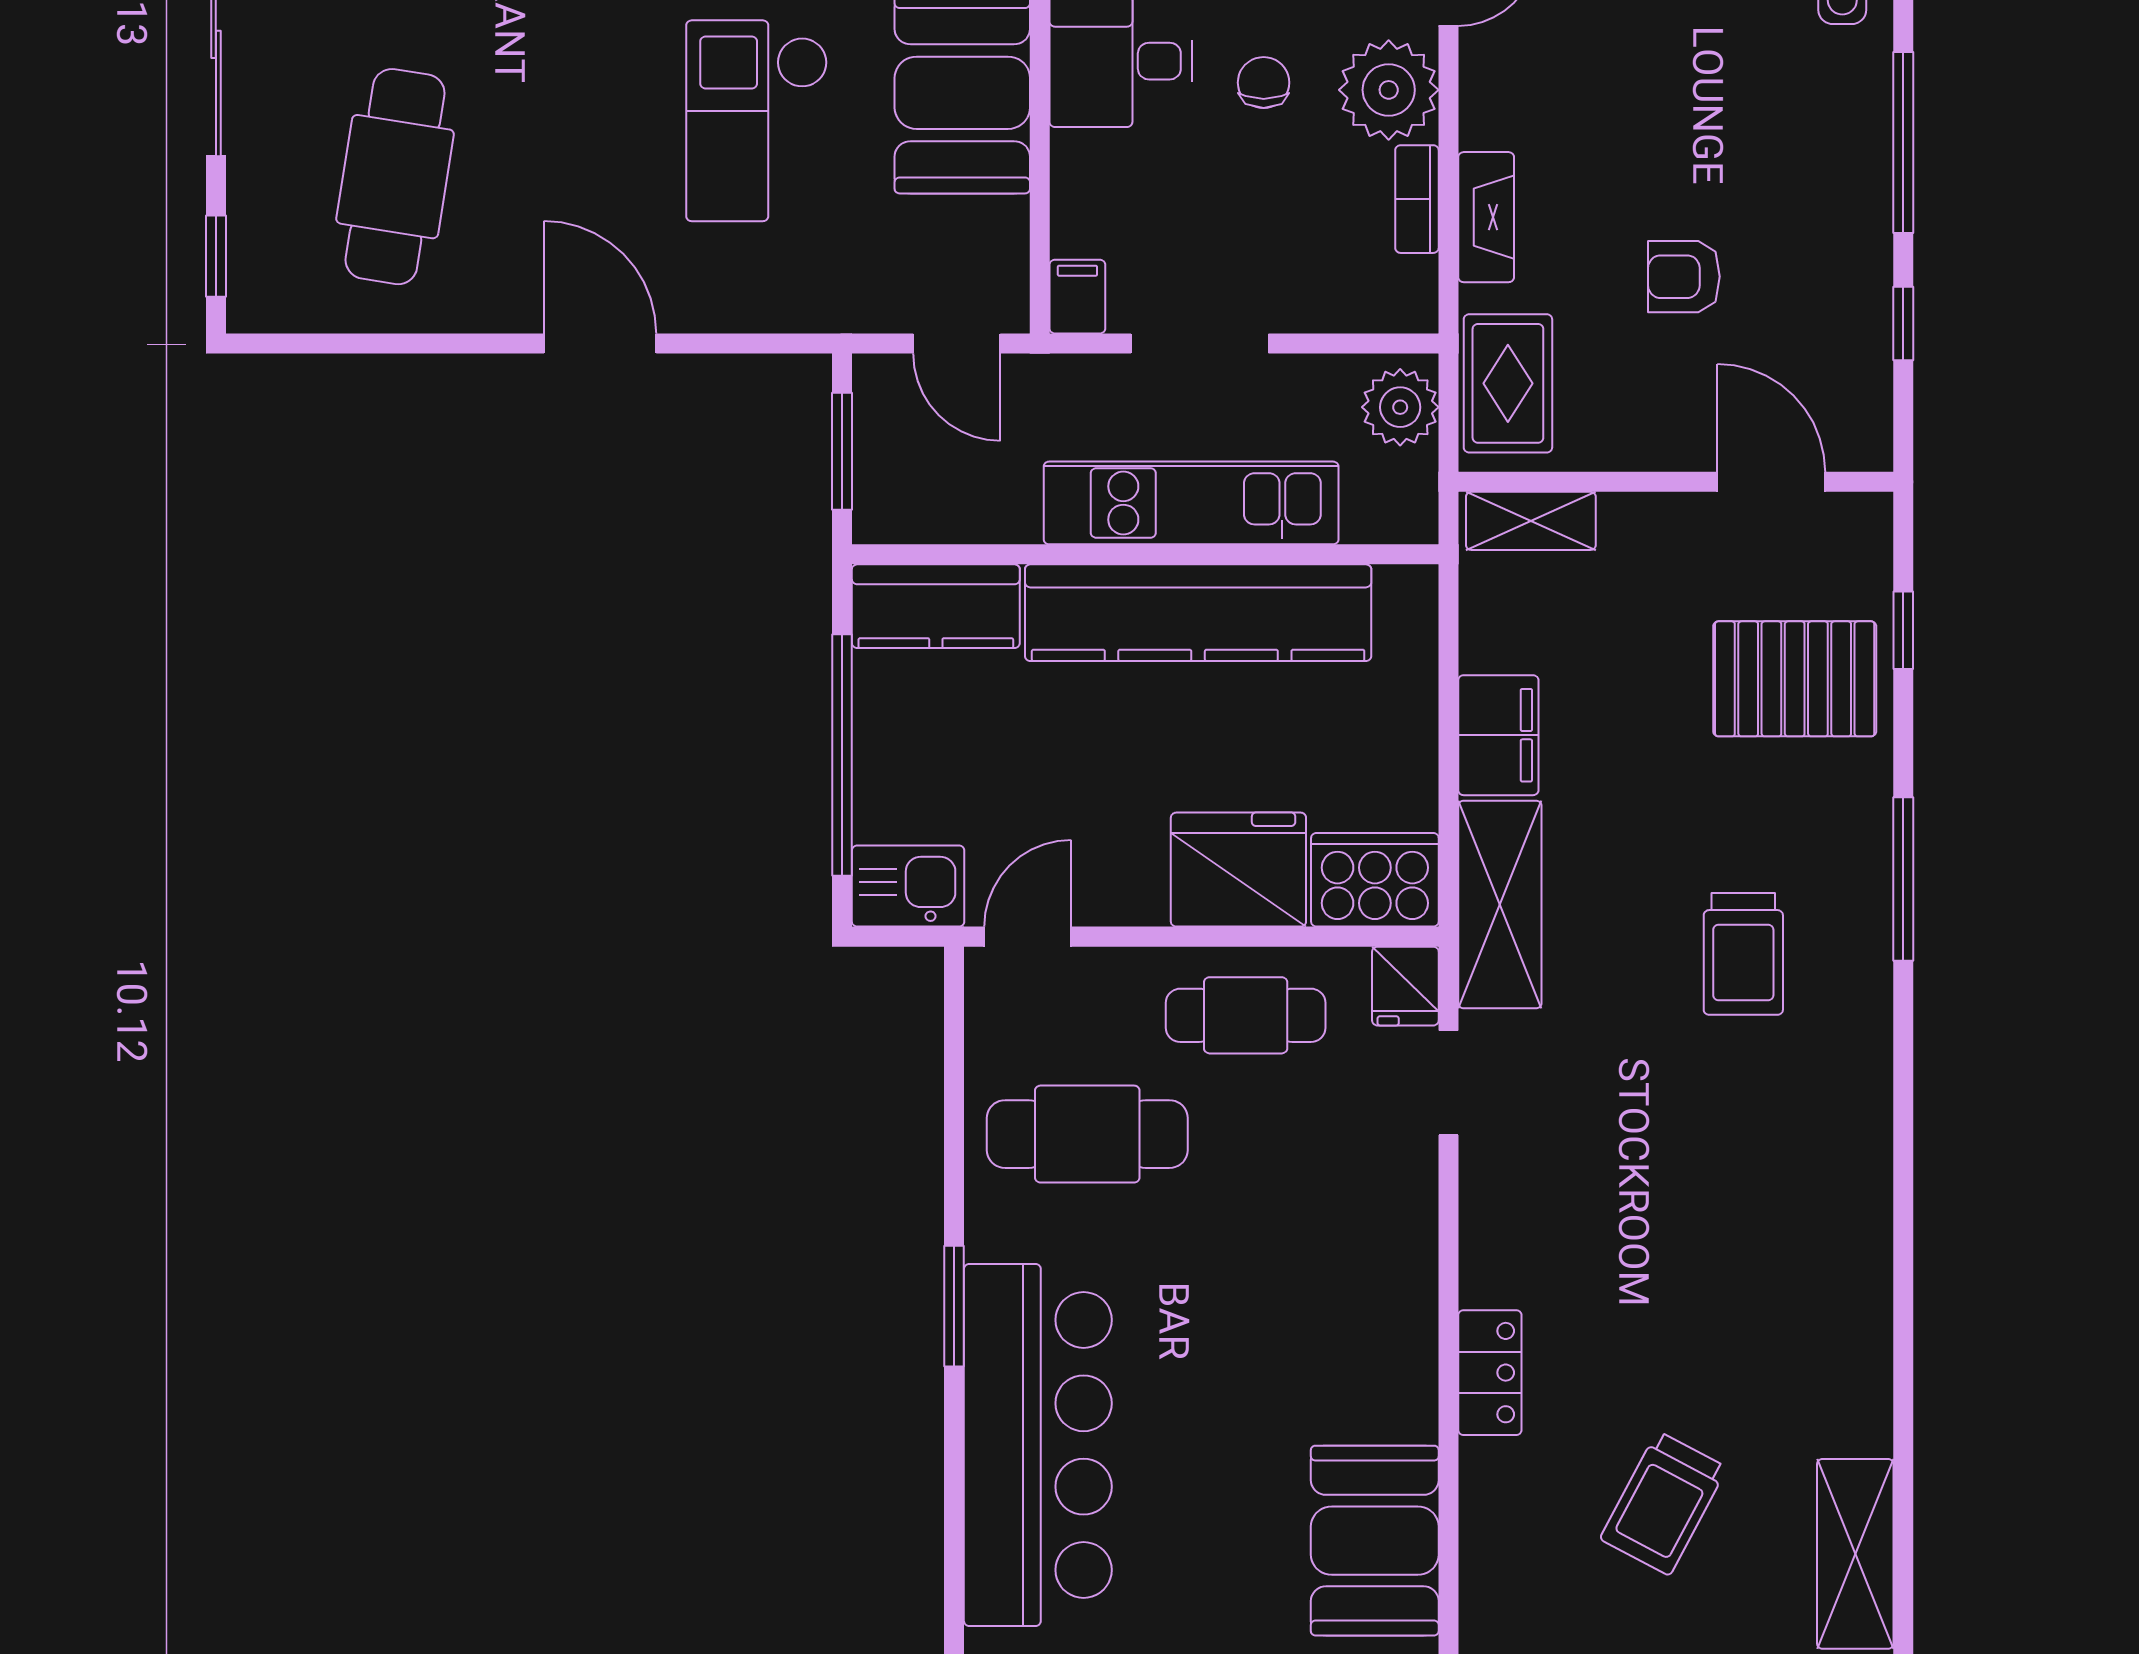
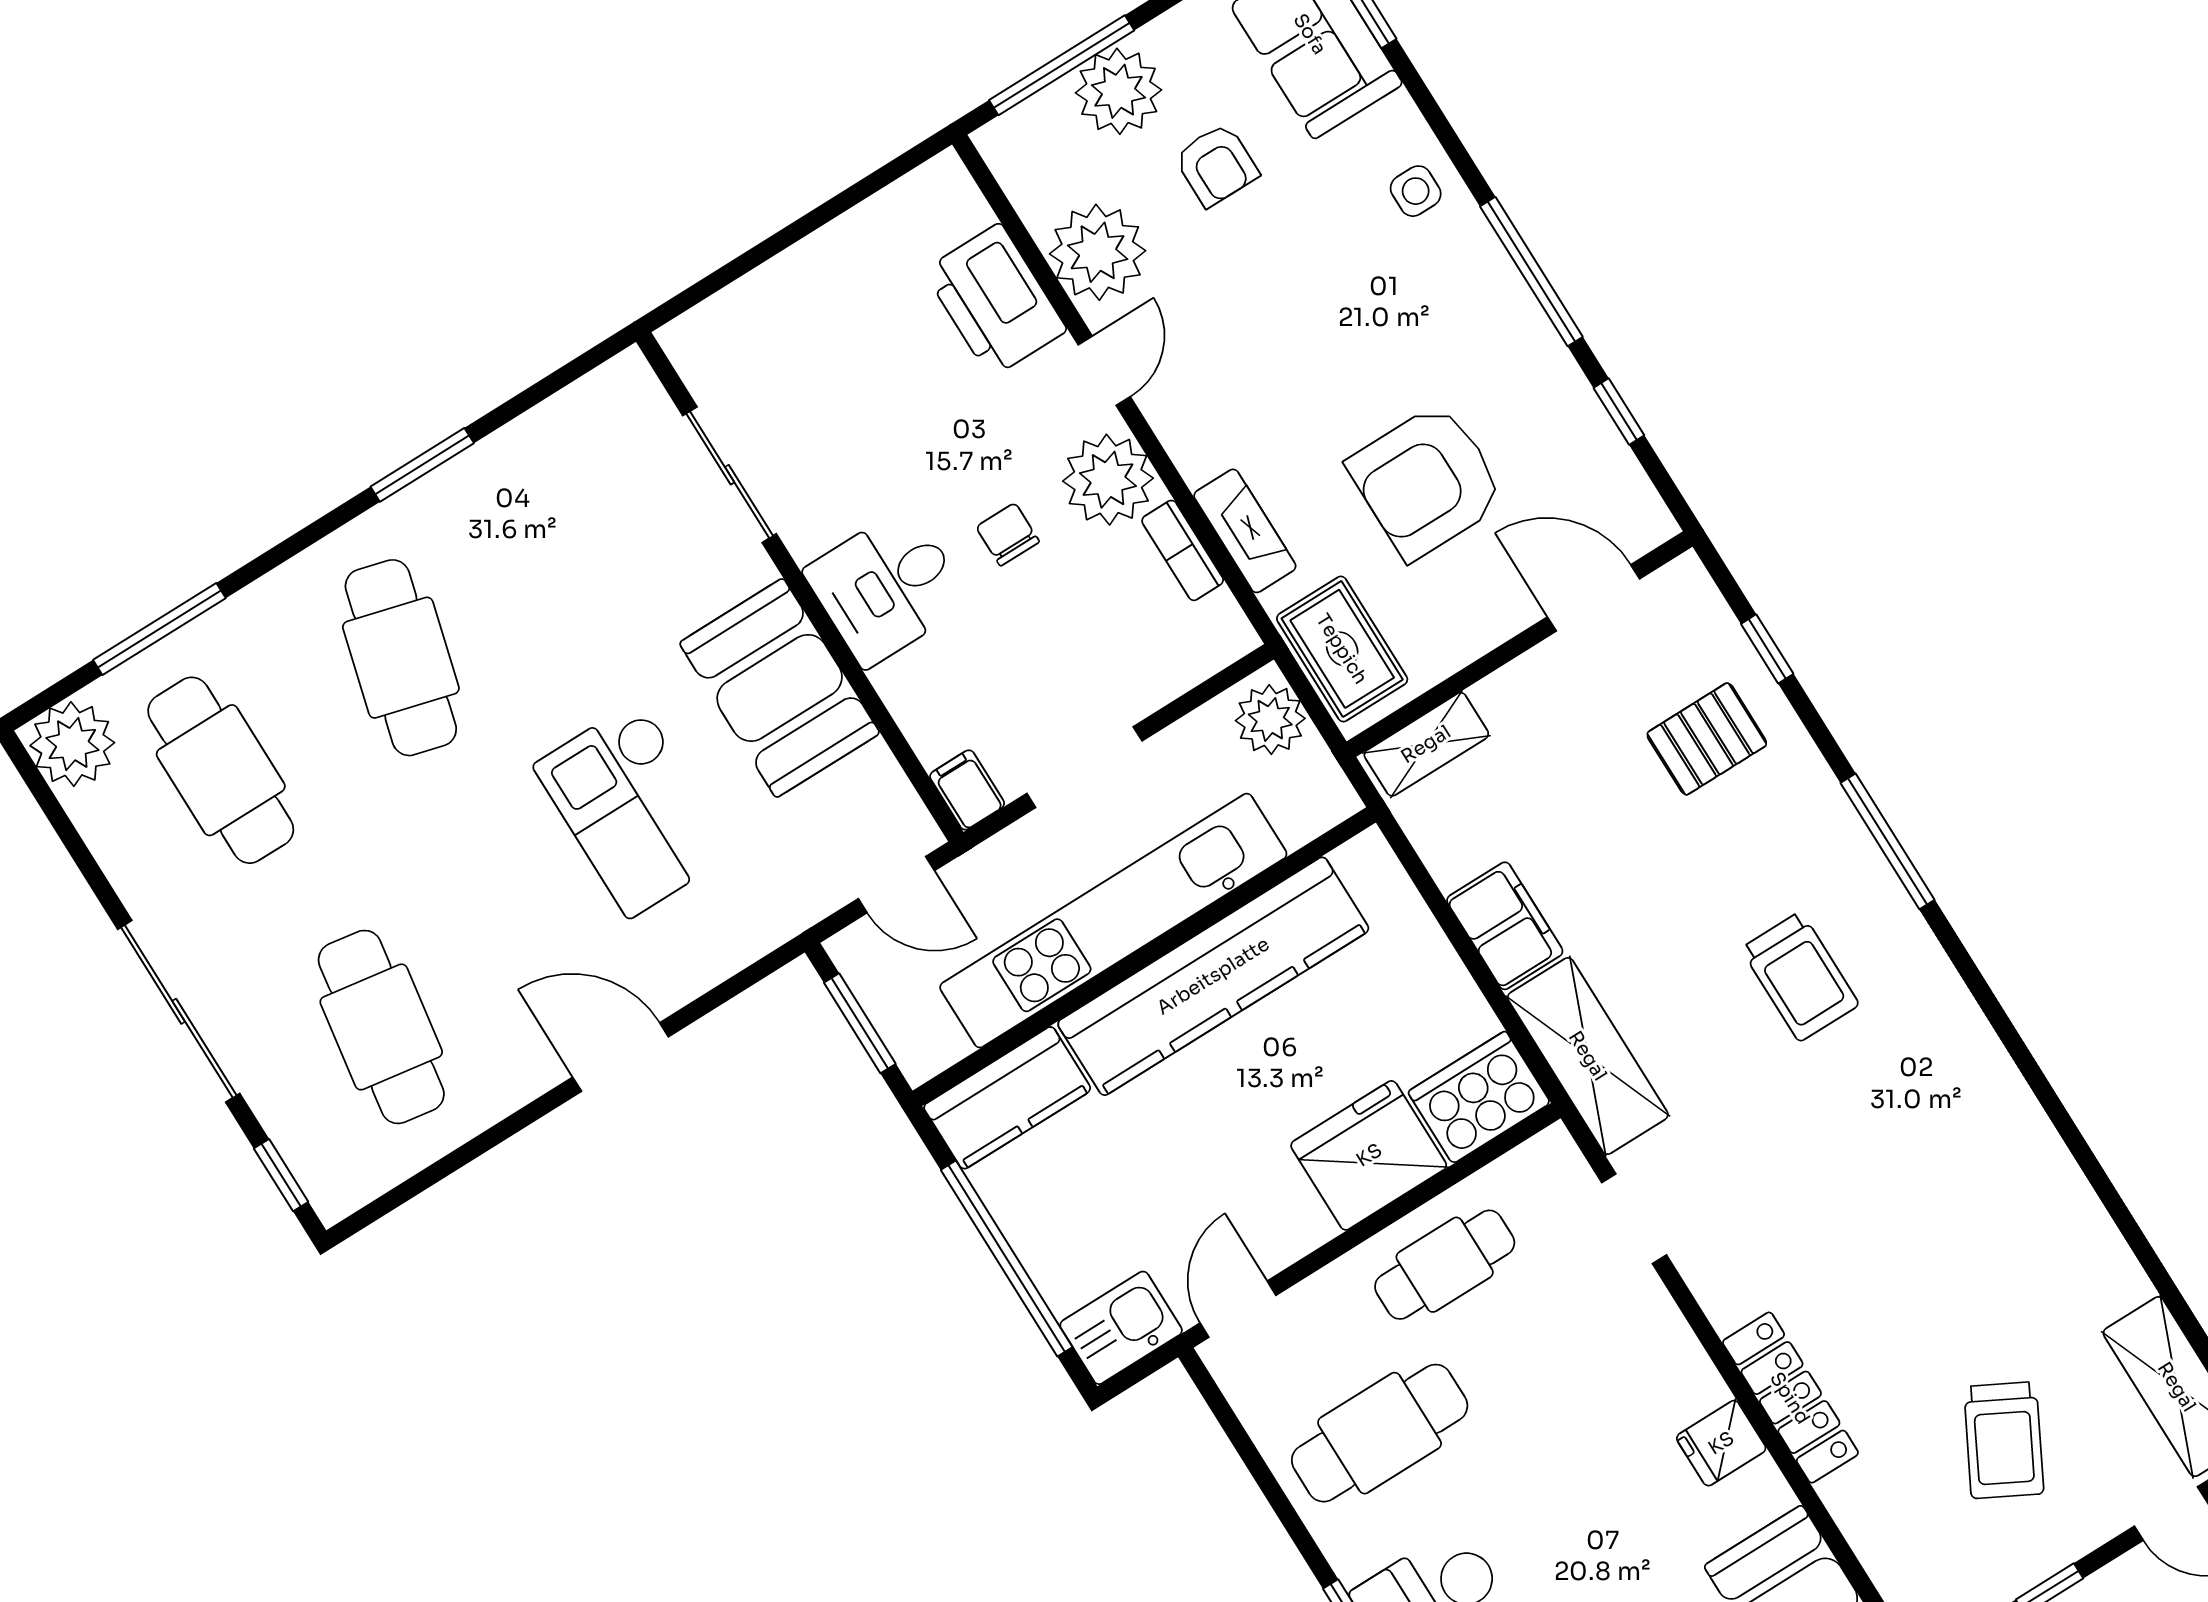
armchair: (1684, 277) -> (1427, 481), width x1.88, depth x1.88
kitchen unit: (1191, 503) -> (1113, 921), width x1.36
pallet: (1795, 679) -> (1707, 739), width x0.67, depth x0.71
fridge: (1405, 986) -> (1721, 1443), moved, turned 90
locker: (1490, 1373) -> (1790, 1398), width x1.53

